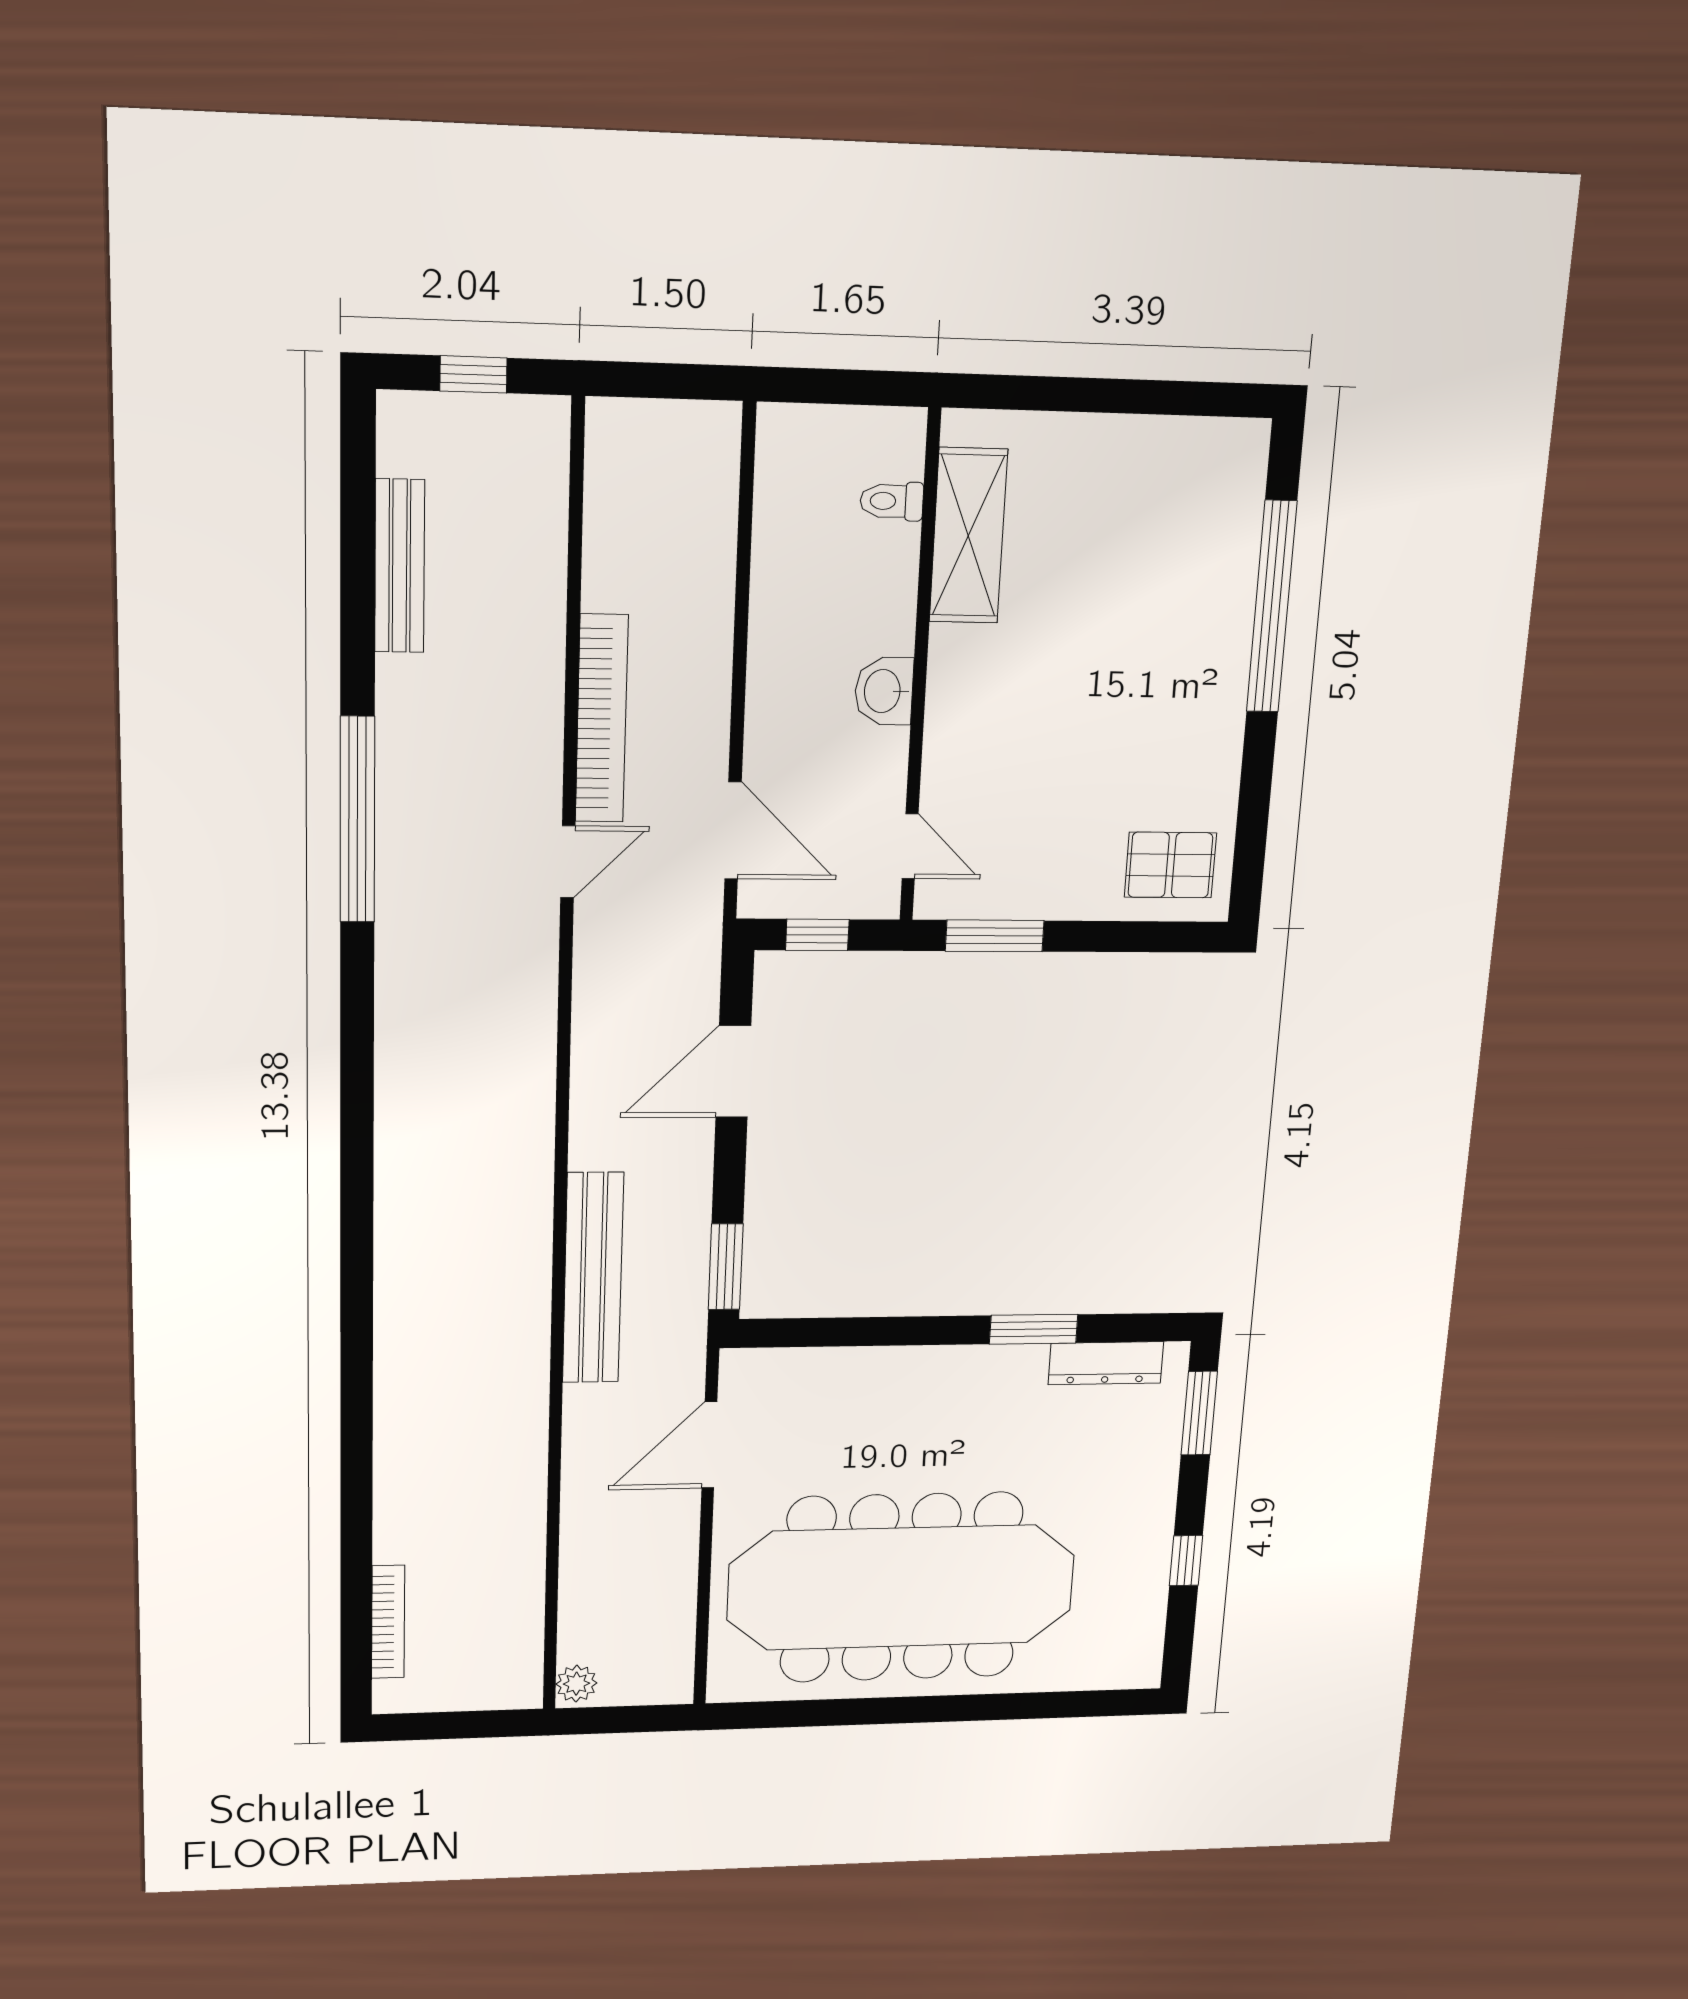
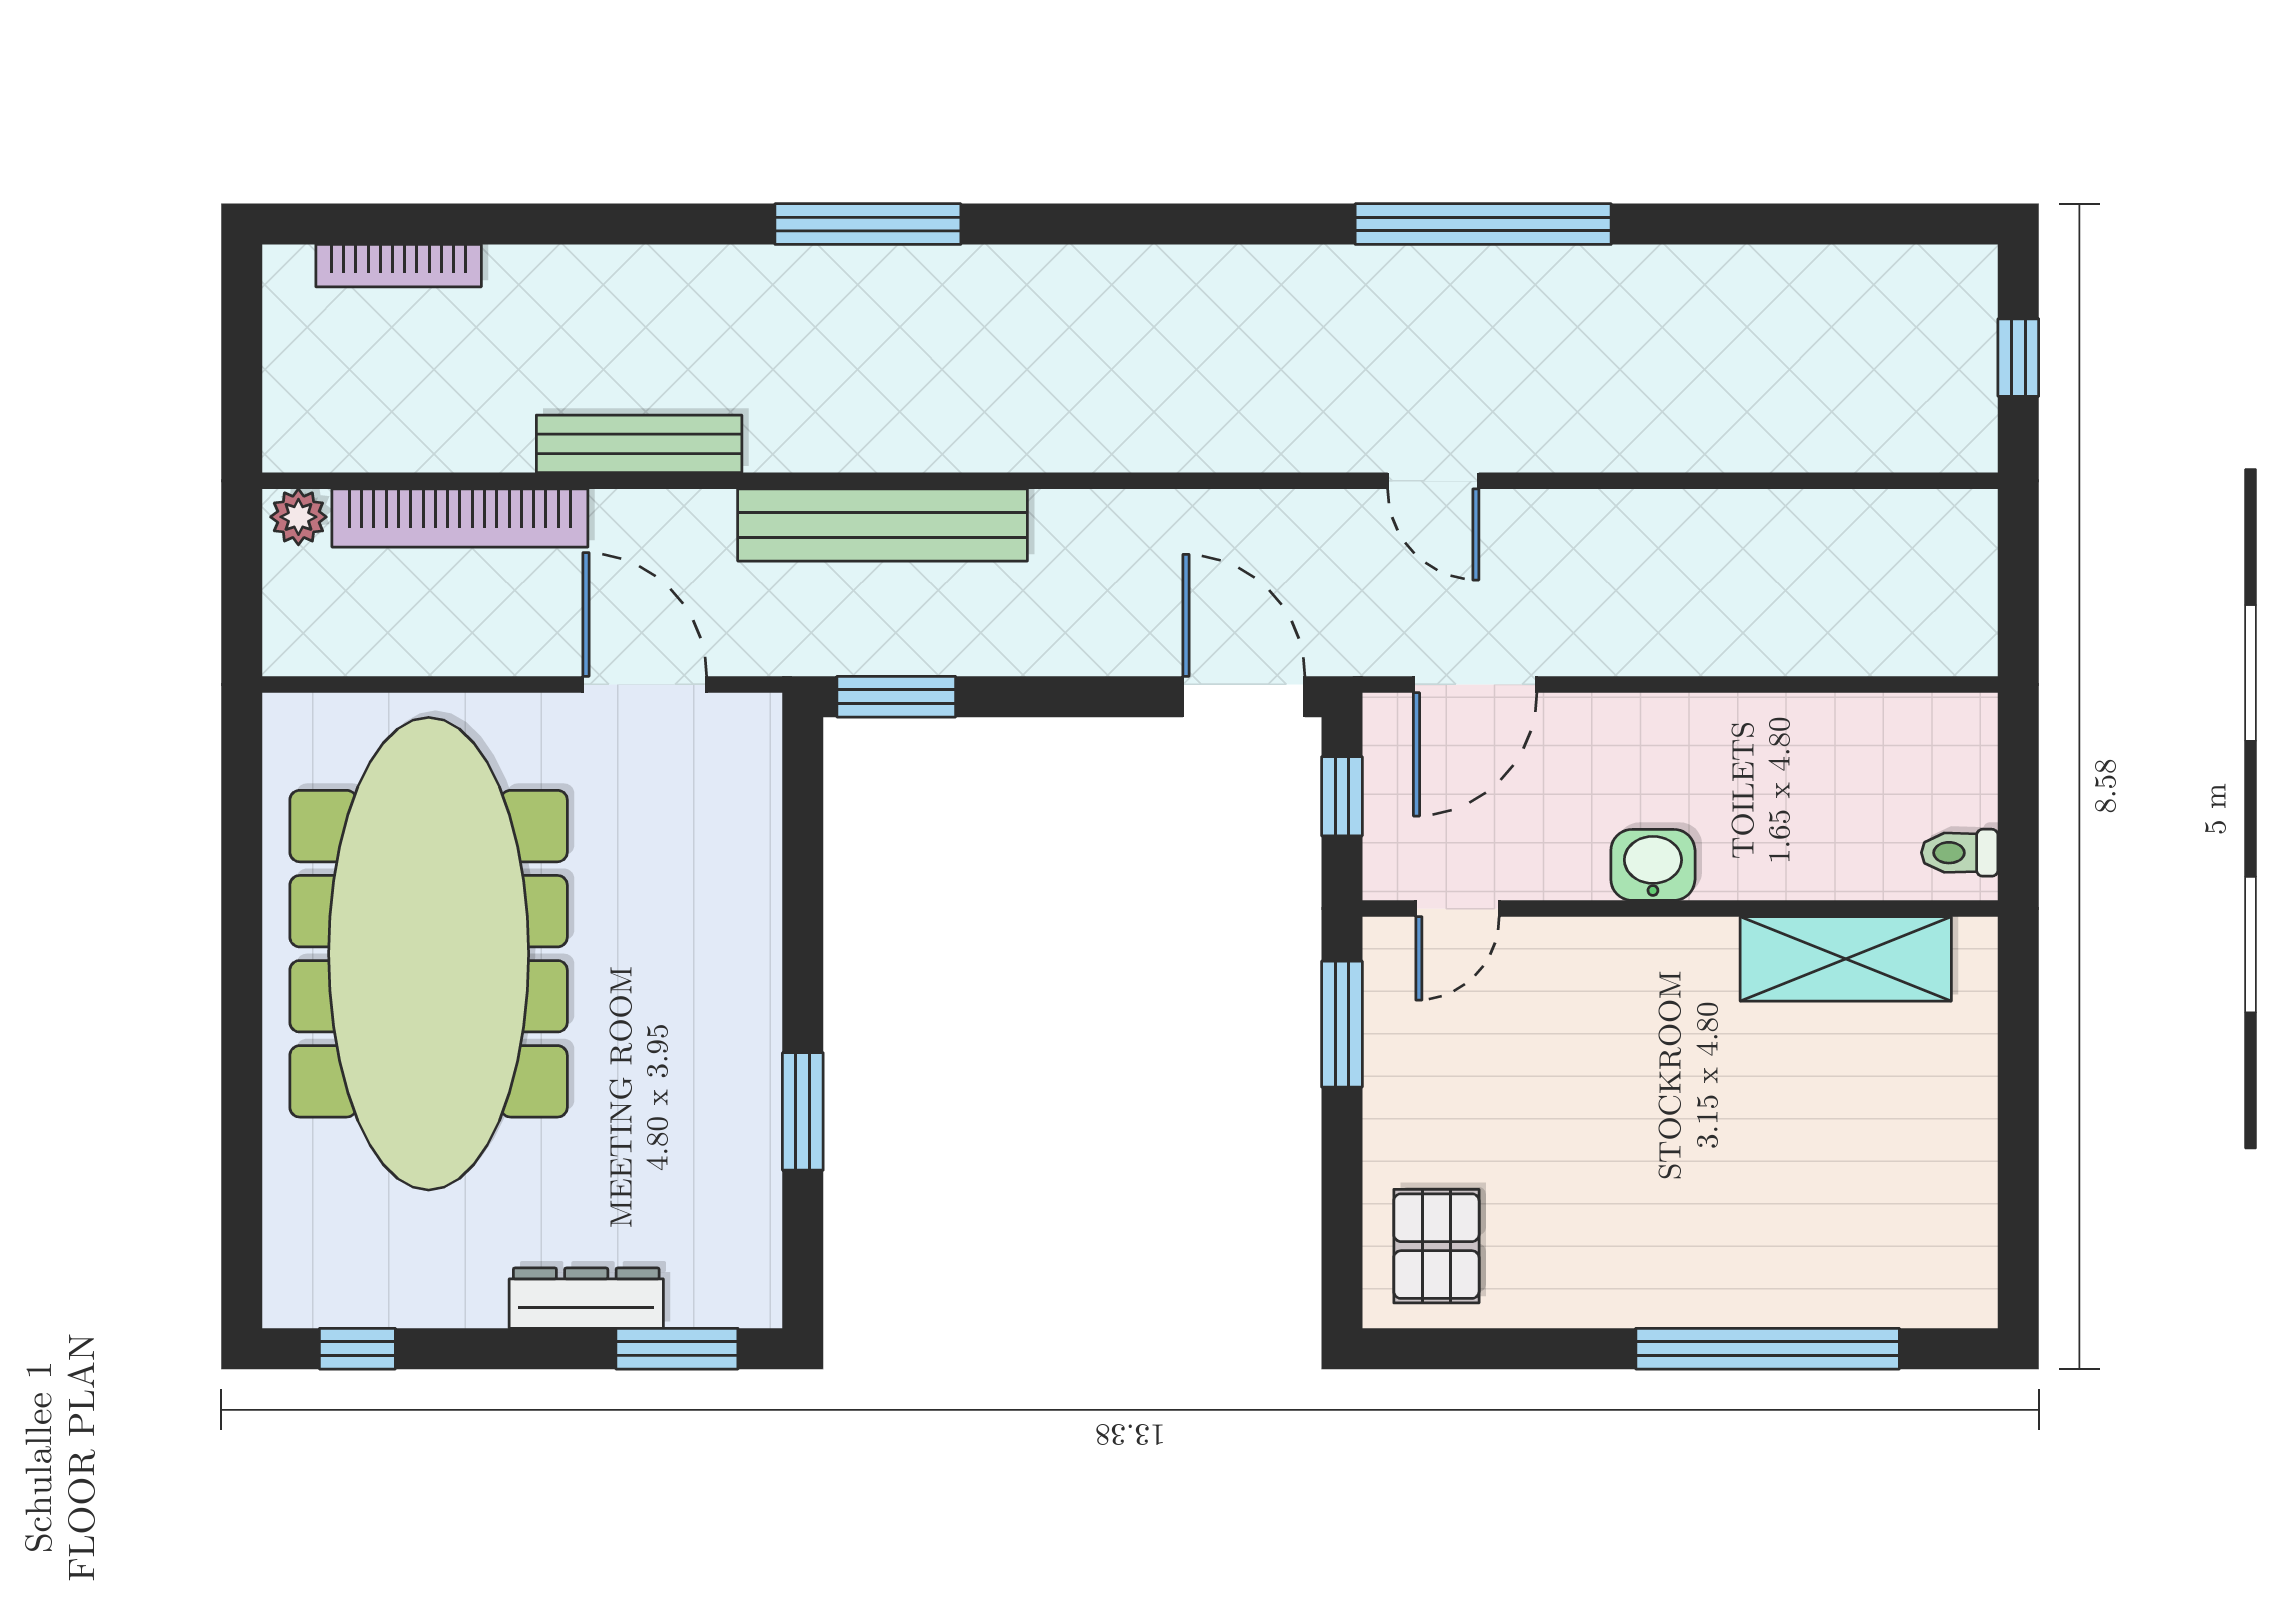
toilet: (892, 501) -> (1960, 853), moved, turned -90
bench: (400, 566) -> (639, 444), moved
bookcase: (602, 719) -> (460, 518), moved
door: (733, 1071) -> (1244, 697), moved
window: (357, 1292) -> (868, 224), added
dresser: (1106, 1363) -> (586, 1298), moved, turned 90
window: (1186, 1561) -> (357, 1349), moved

